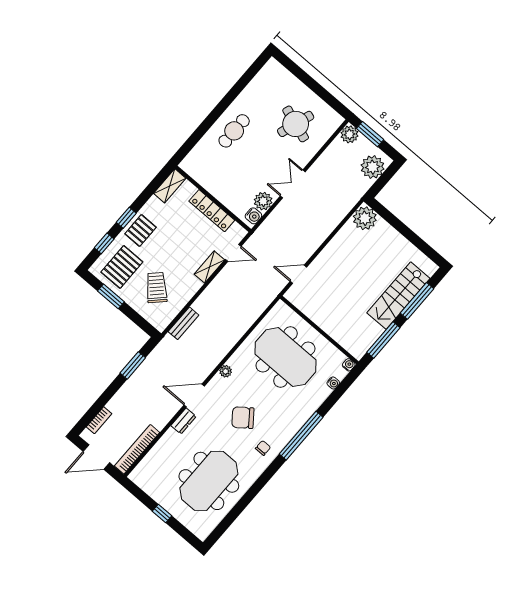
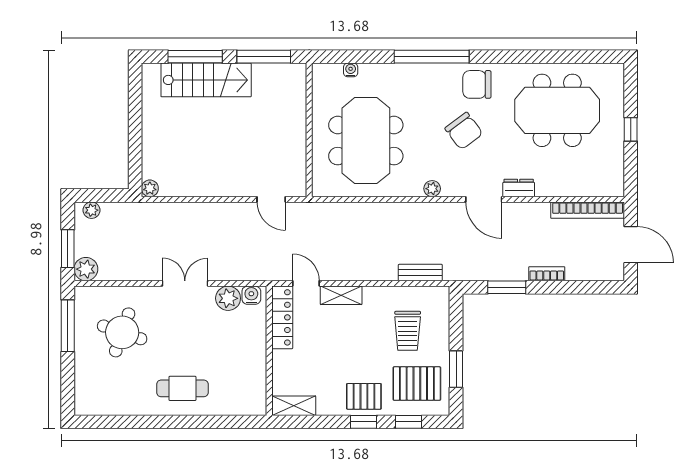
window: (326, 96) -> (68, 326), added
plant: (373, 167) -> (92, 210), width x0.53, depth x0.53
double door: (293, 184) -> (185, 283), swing flipped
locker: (212, 211) -> (282, 317), moved
plant: (365, 218) -> (150, 188), width x0.53, depth x0.53
trolley: (156, 288) -> (408, 331), turned -45
water cooler: (349, 365) -> (319, 70), removed
bookcase: (99, 420) -> (547, 274), moved
chair: (263, 448) -> (477, 84), width x1.87, depth x1.87

